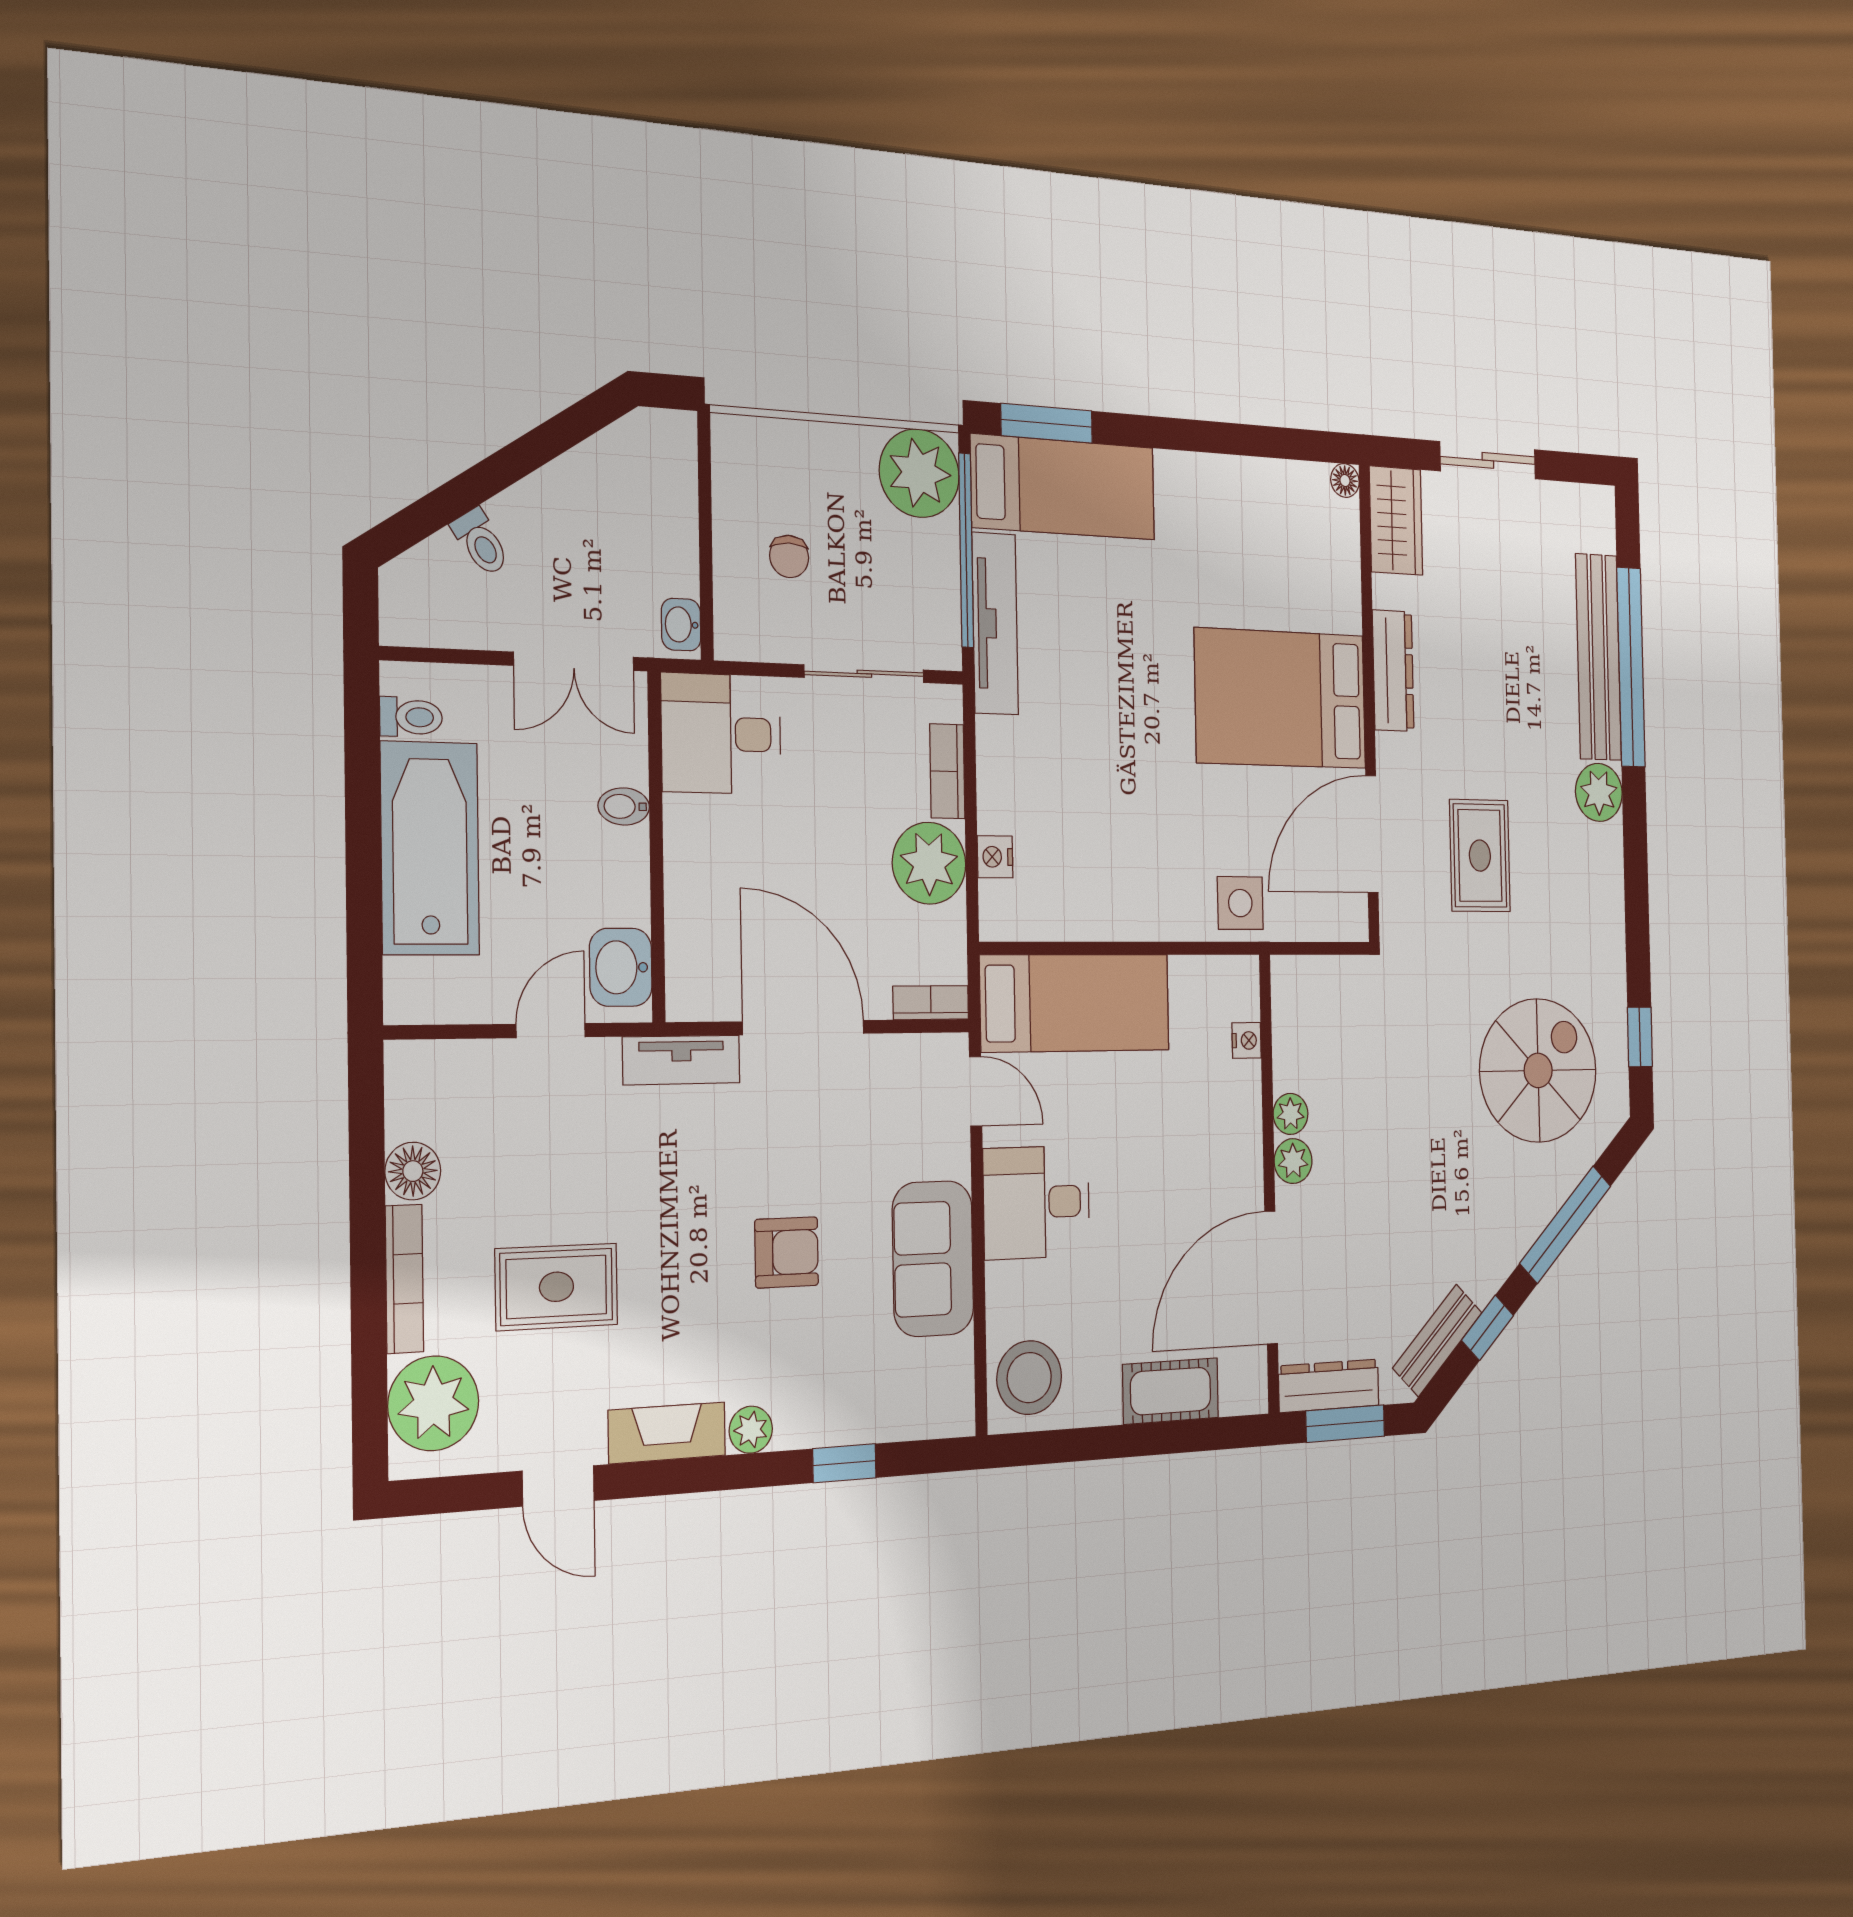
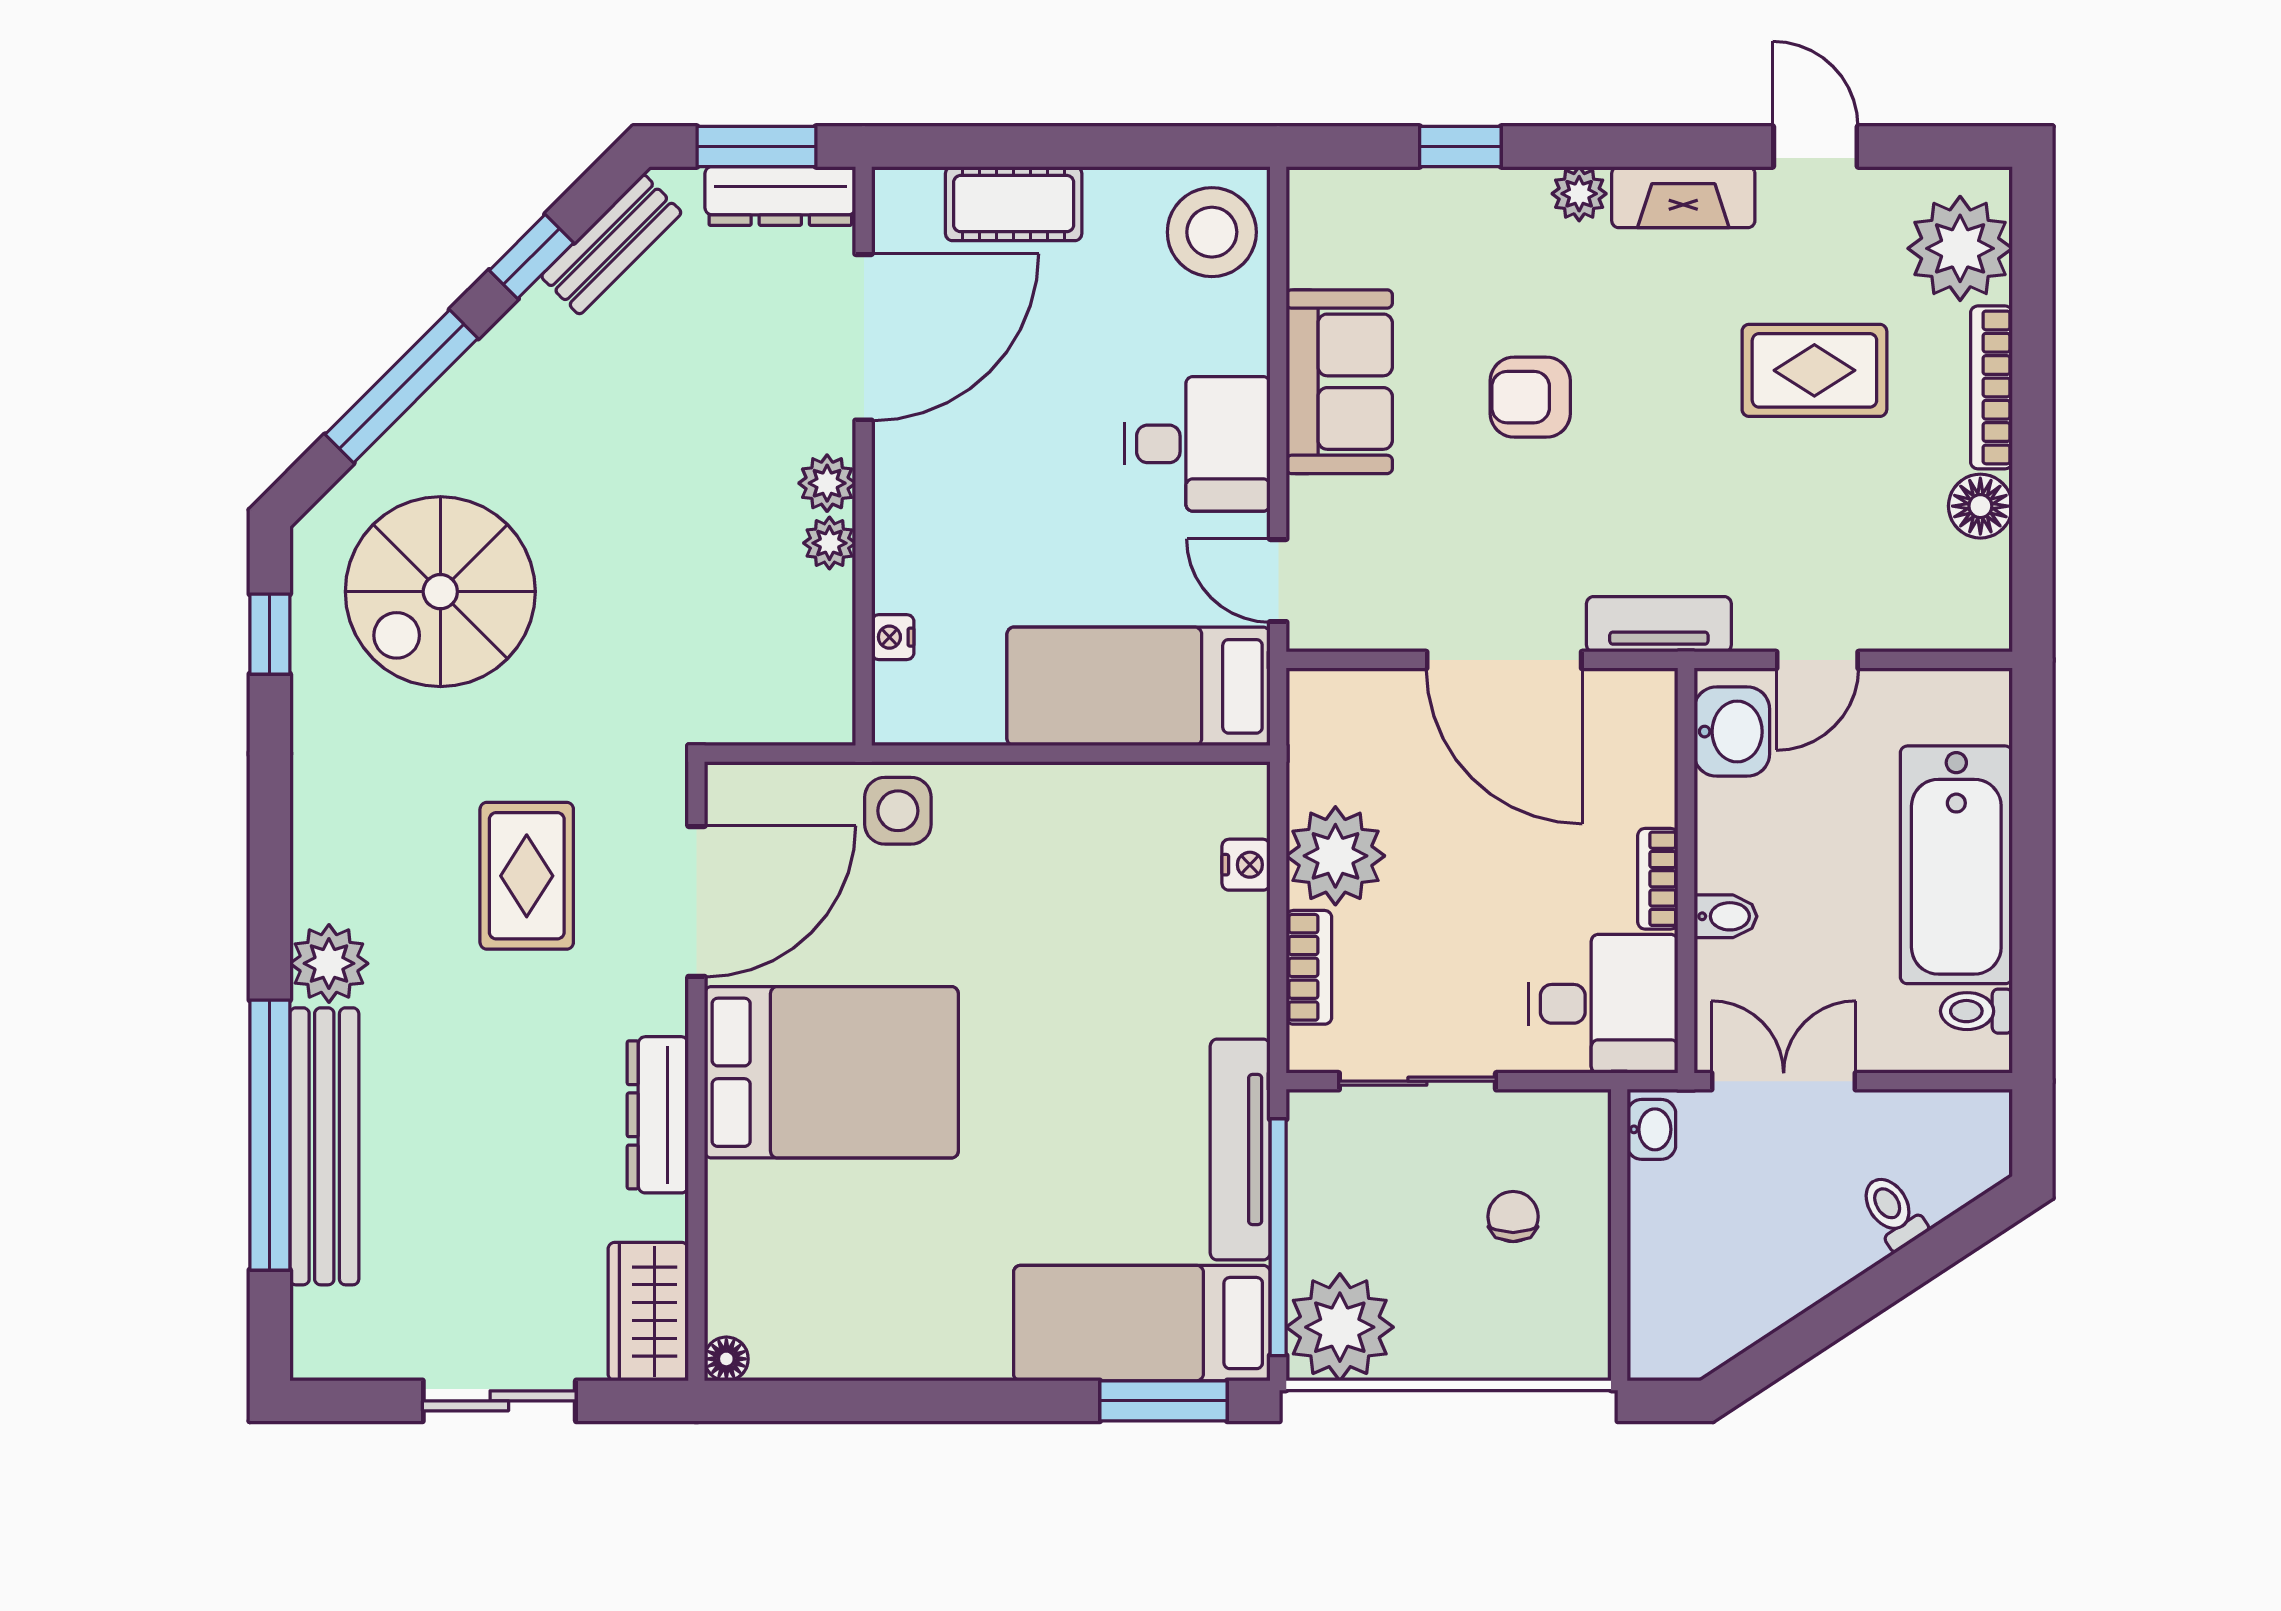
bookcase: (931, 1003) -> (1658, 879), moved, turned 90

